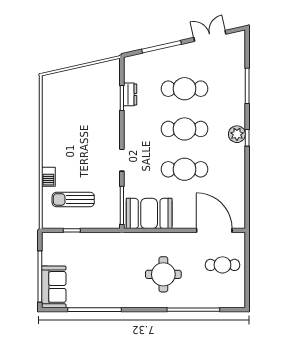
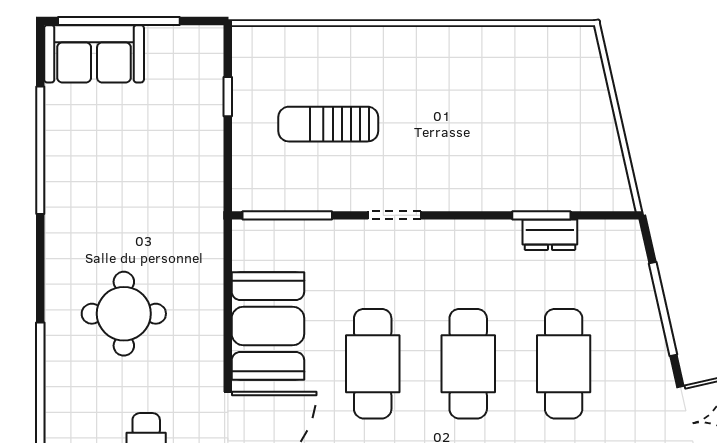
barbecue: (48, 177) -> (355, 41), removed
sun lounger: (73, 199) -> (328, 124), moved, turned -90
booth: (149, 213) -> (268, 326), moved

